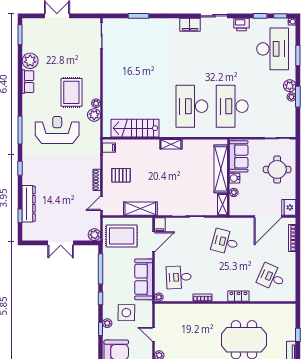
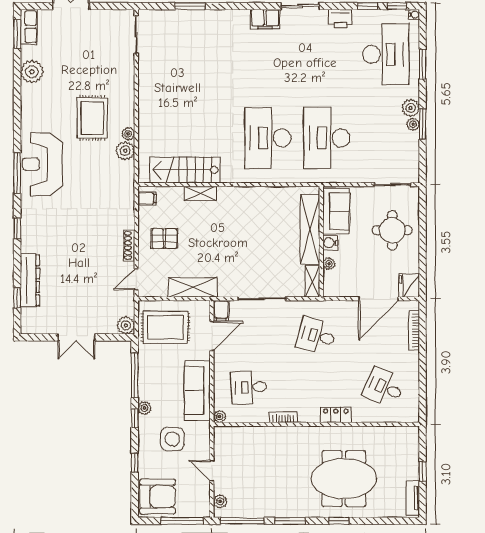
row of seats: (28, 82) -> (29, 27), moved
reception desk: (57, 130) -> (42, 164), moved, turned -90
shelving: (171, 144) -> (200, 193), moved
plant: (107, 323) -> (144, 408), moved

